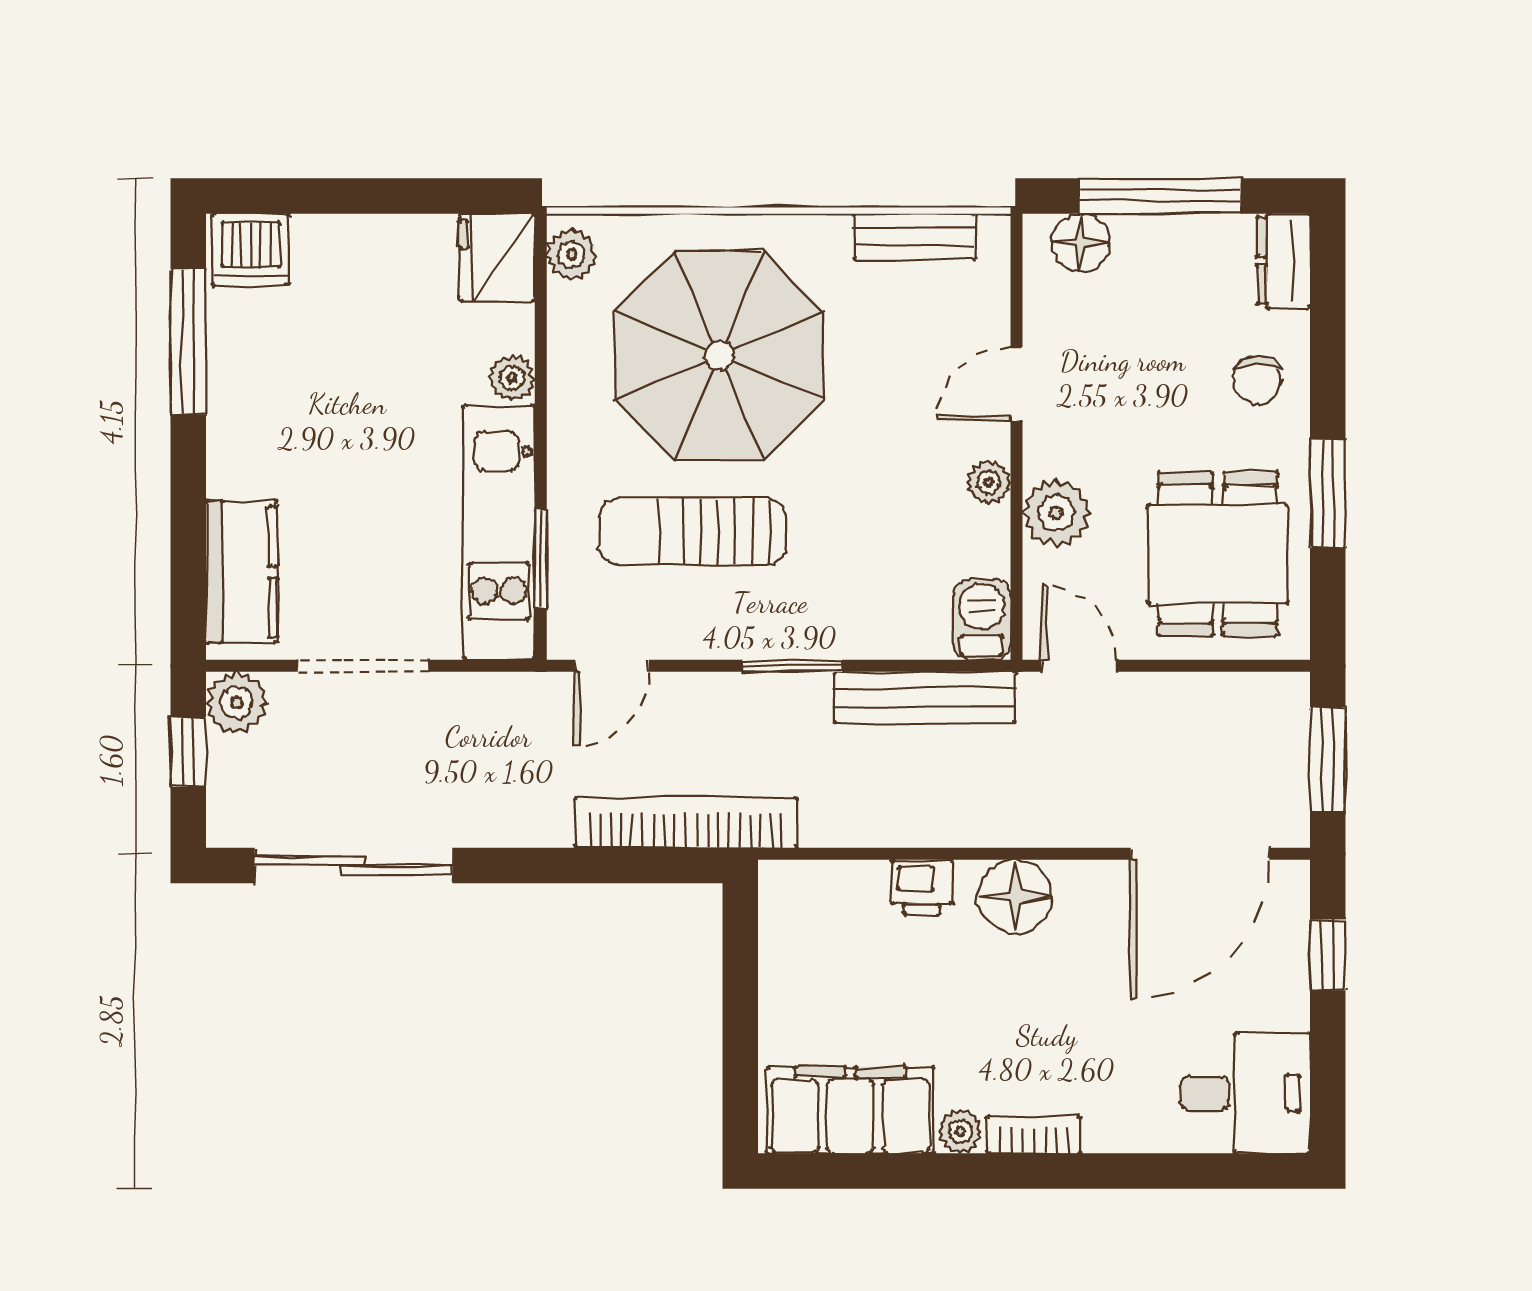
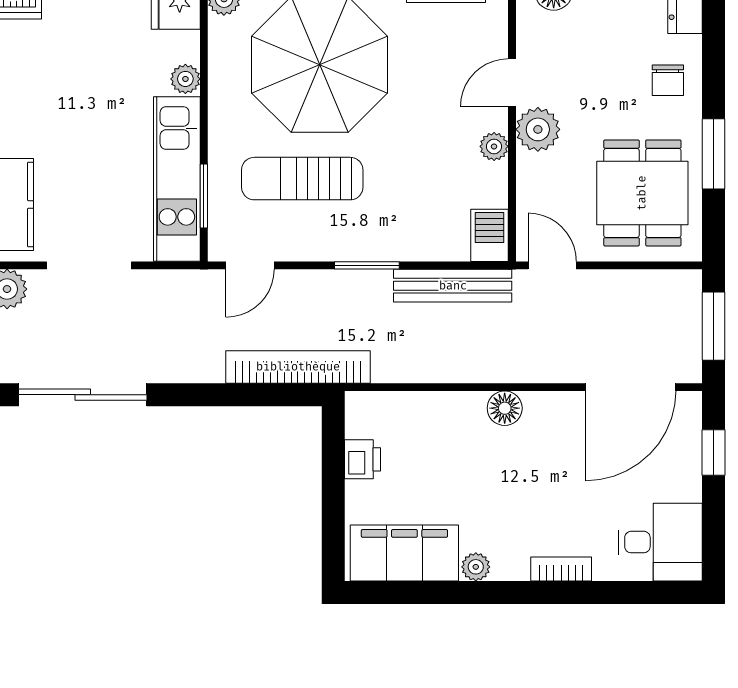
plant: (1056, 513) -> (538, 129), moved
printer: (922, 887) -> (363, 459), moved, turned -90
floor lamp: (1015, 897) -> (505, 408), width x0.73, depth x0.73
bookcase: (1034, 1135) -> (561, 569), moved

